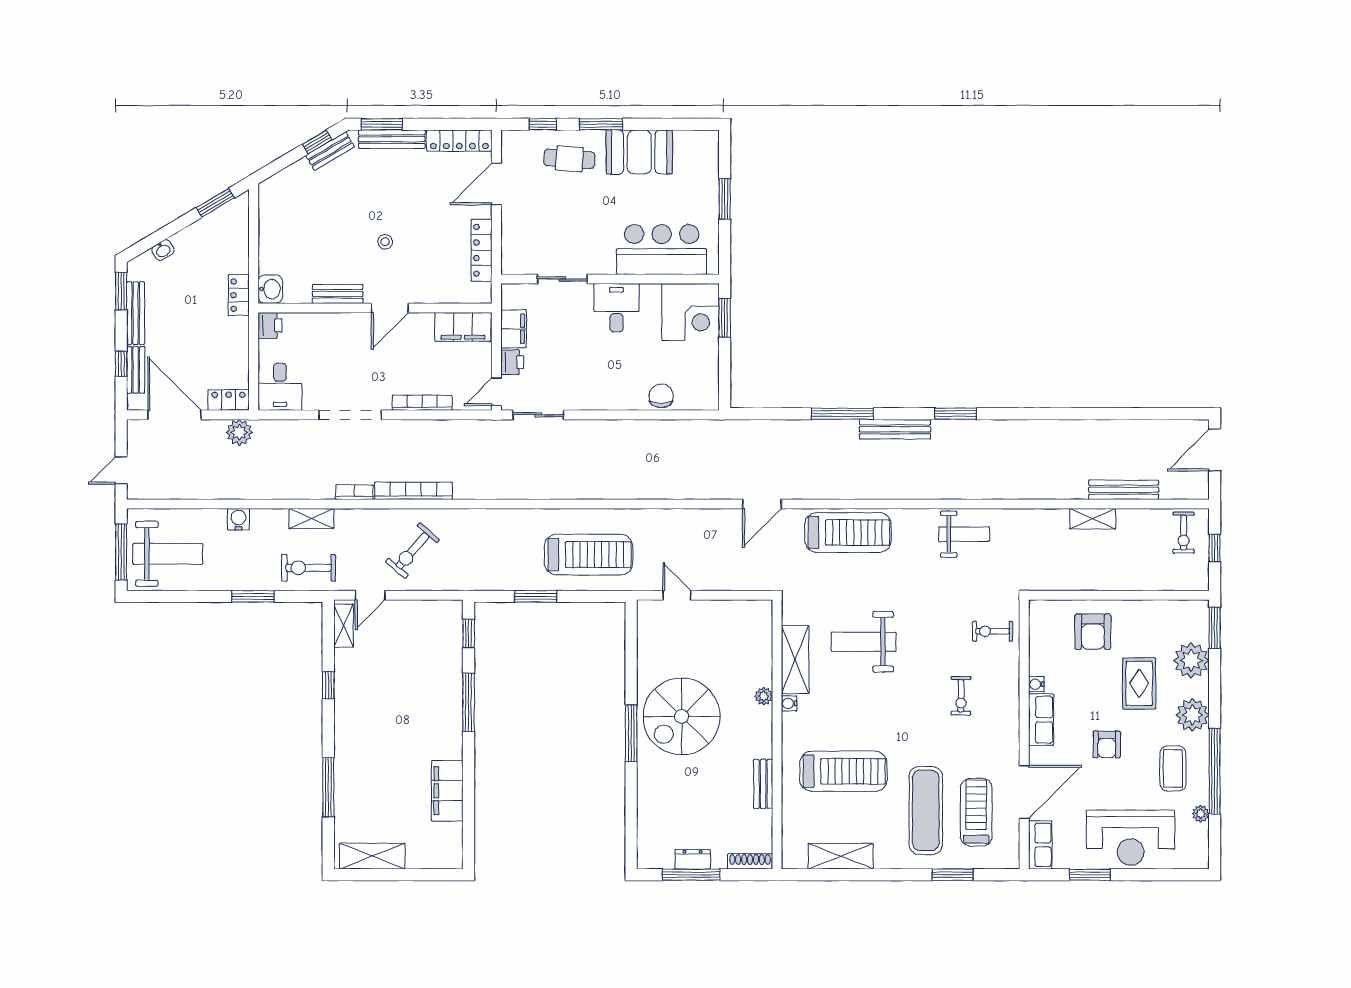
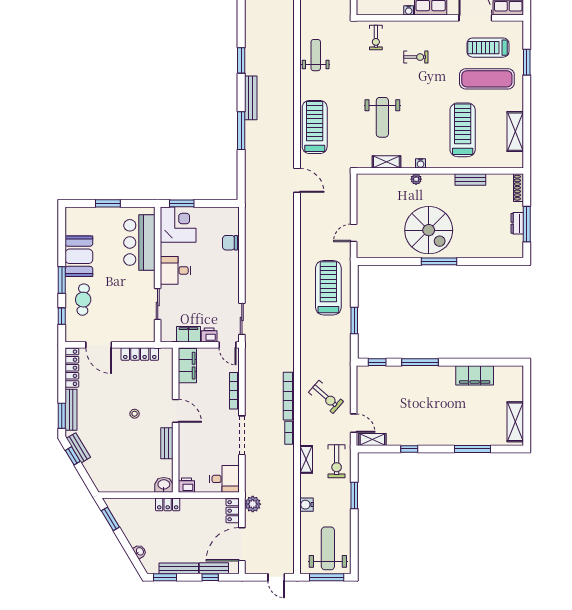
shelving: (795, 660) -> (386, 162), width x0.67, depth x0.75

